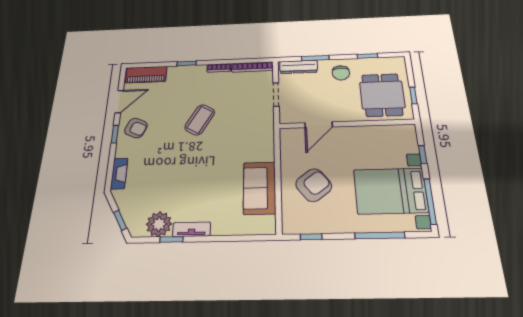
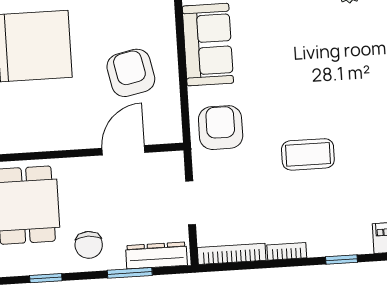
chair: (341, 73) -> (89, 245), turned 180
coffee table: (200, 120) -> (308, 154), turned 60
armchair: (254, 137) -> (221, 128), added
armchair: (314, 185) -> (131, 73), moved, turned 115

